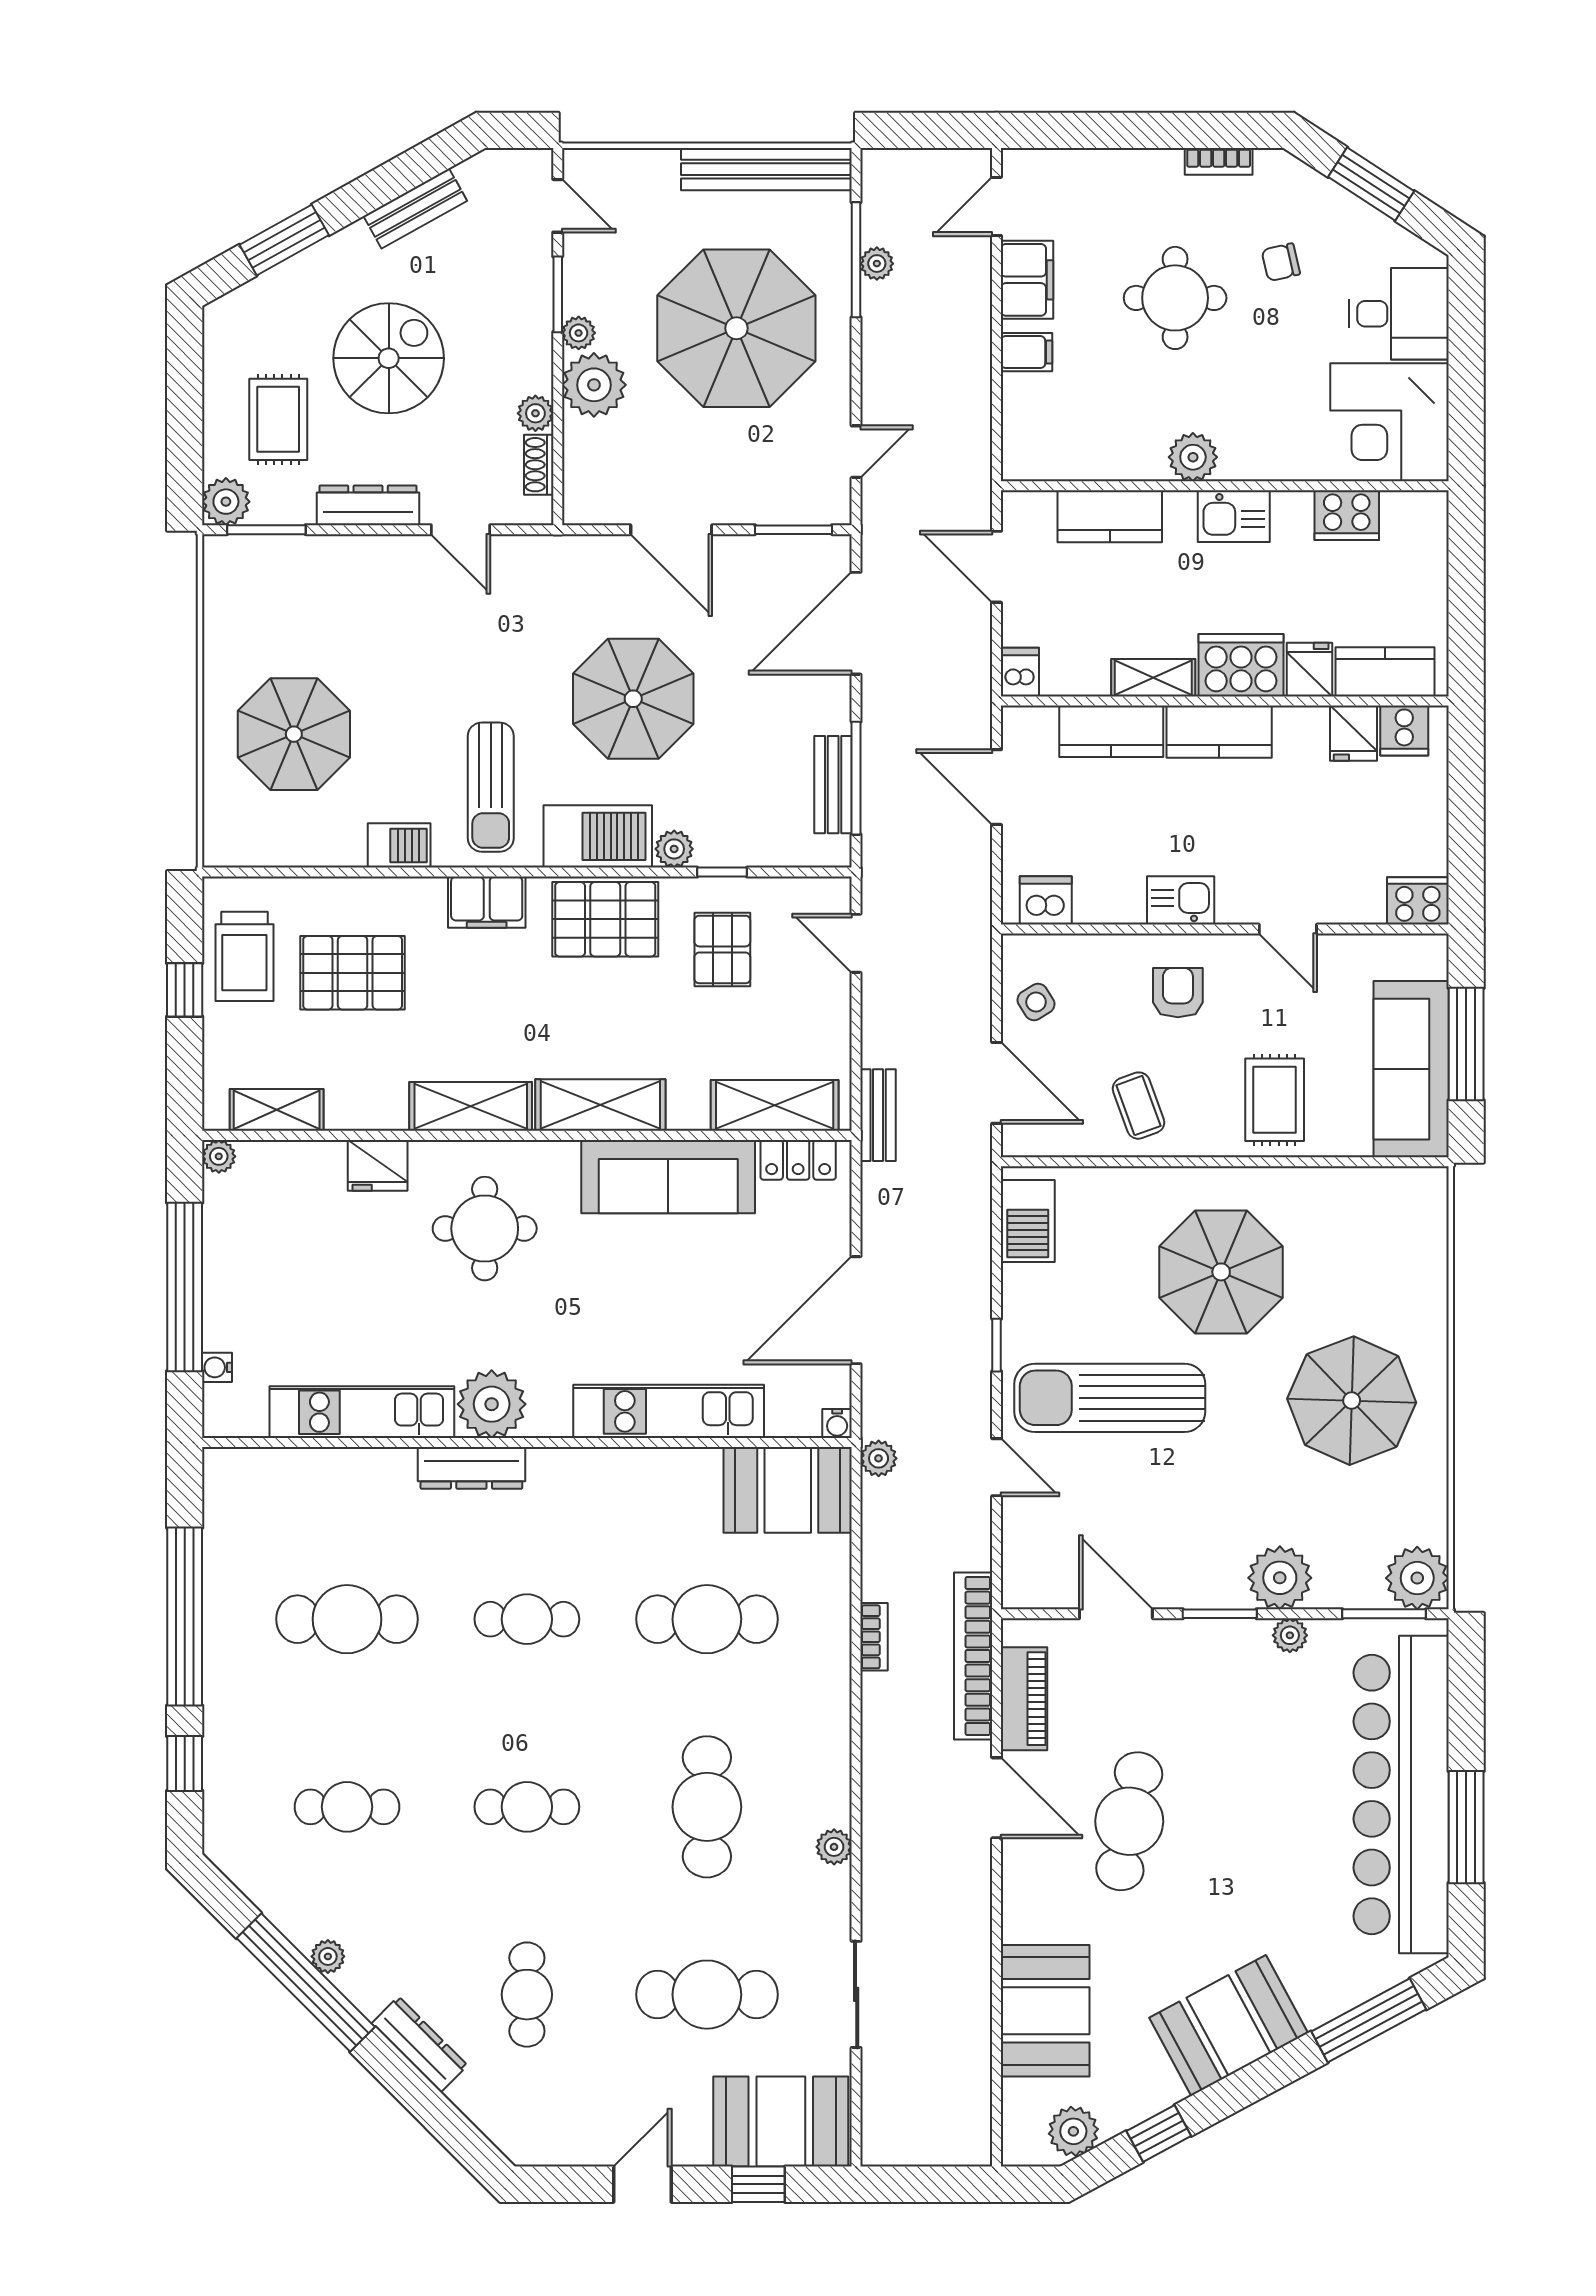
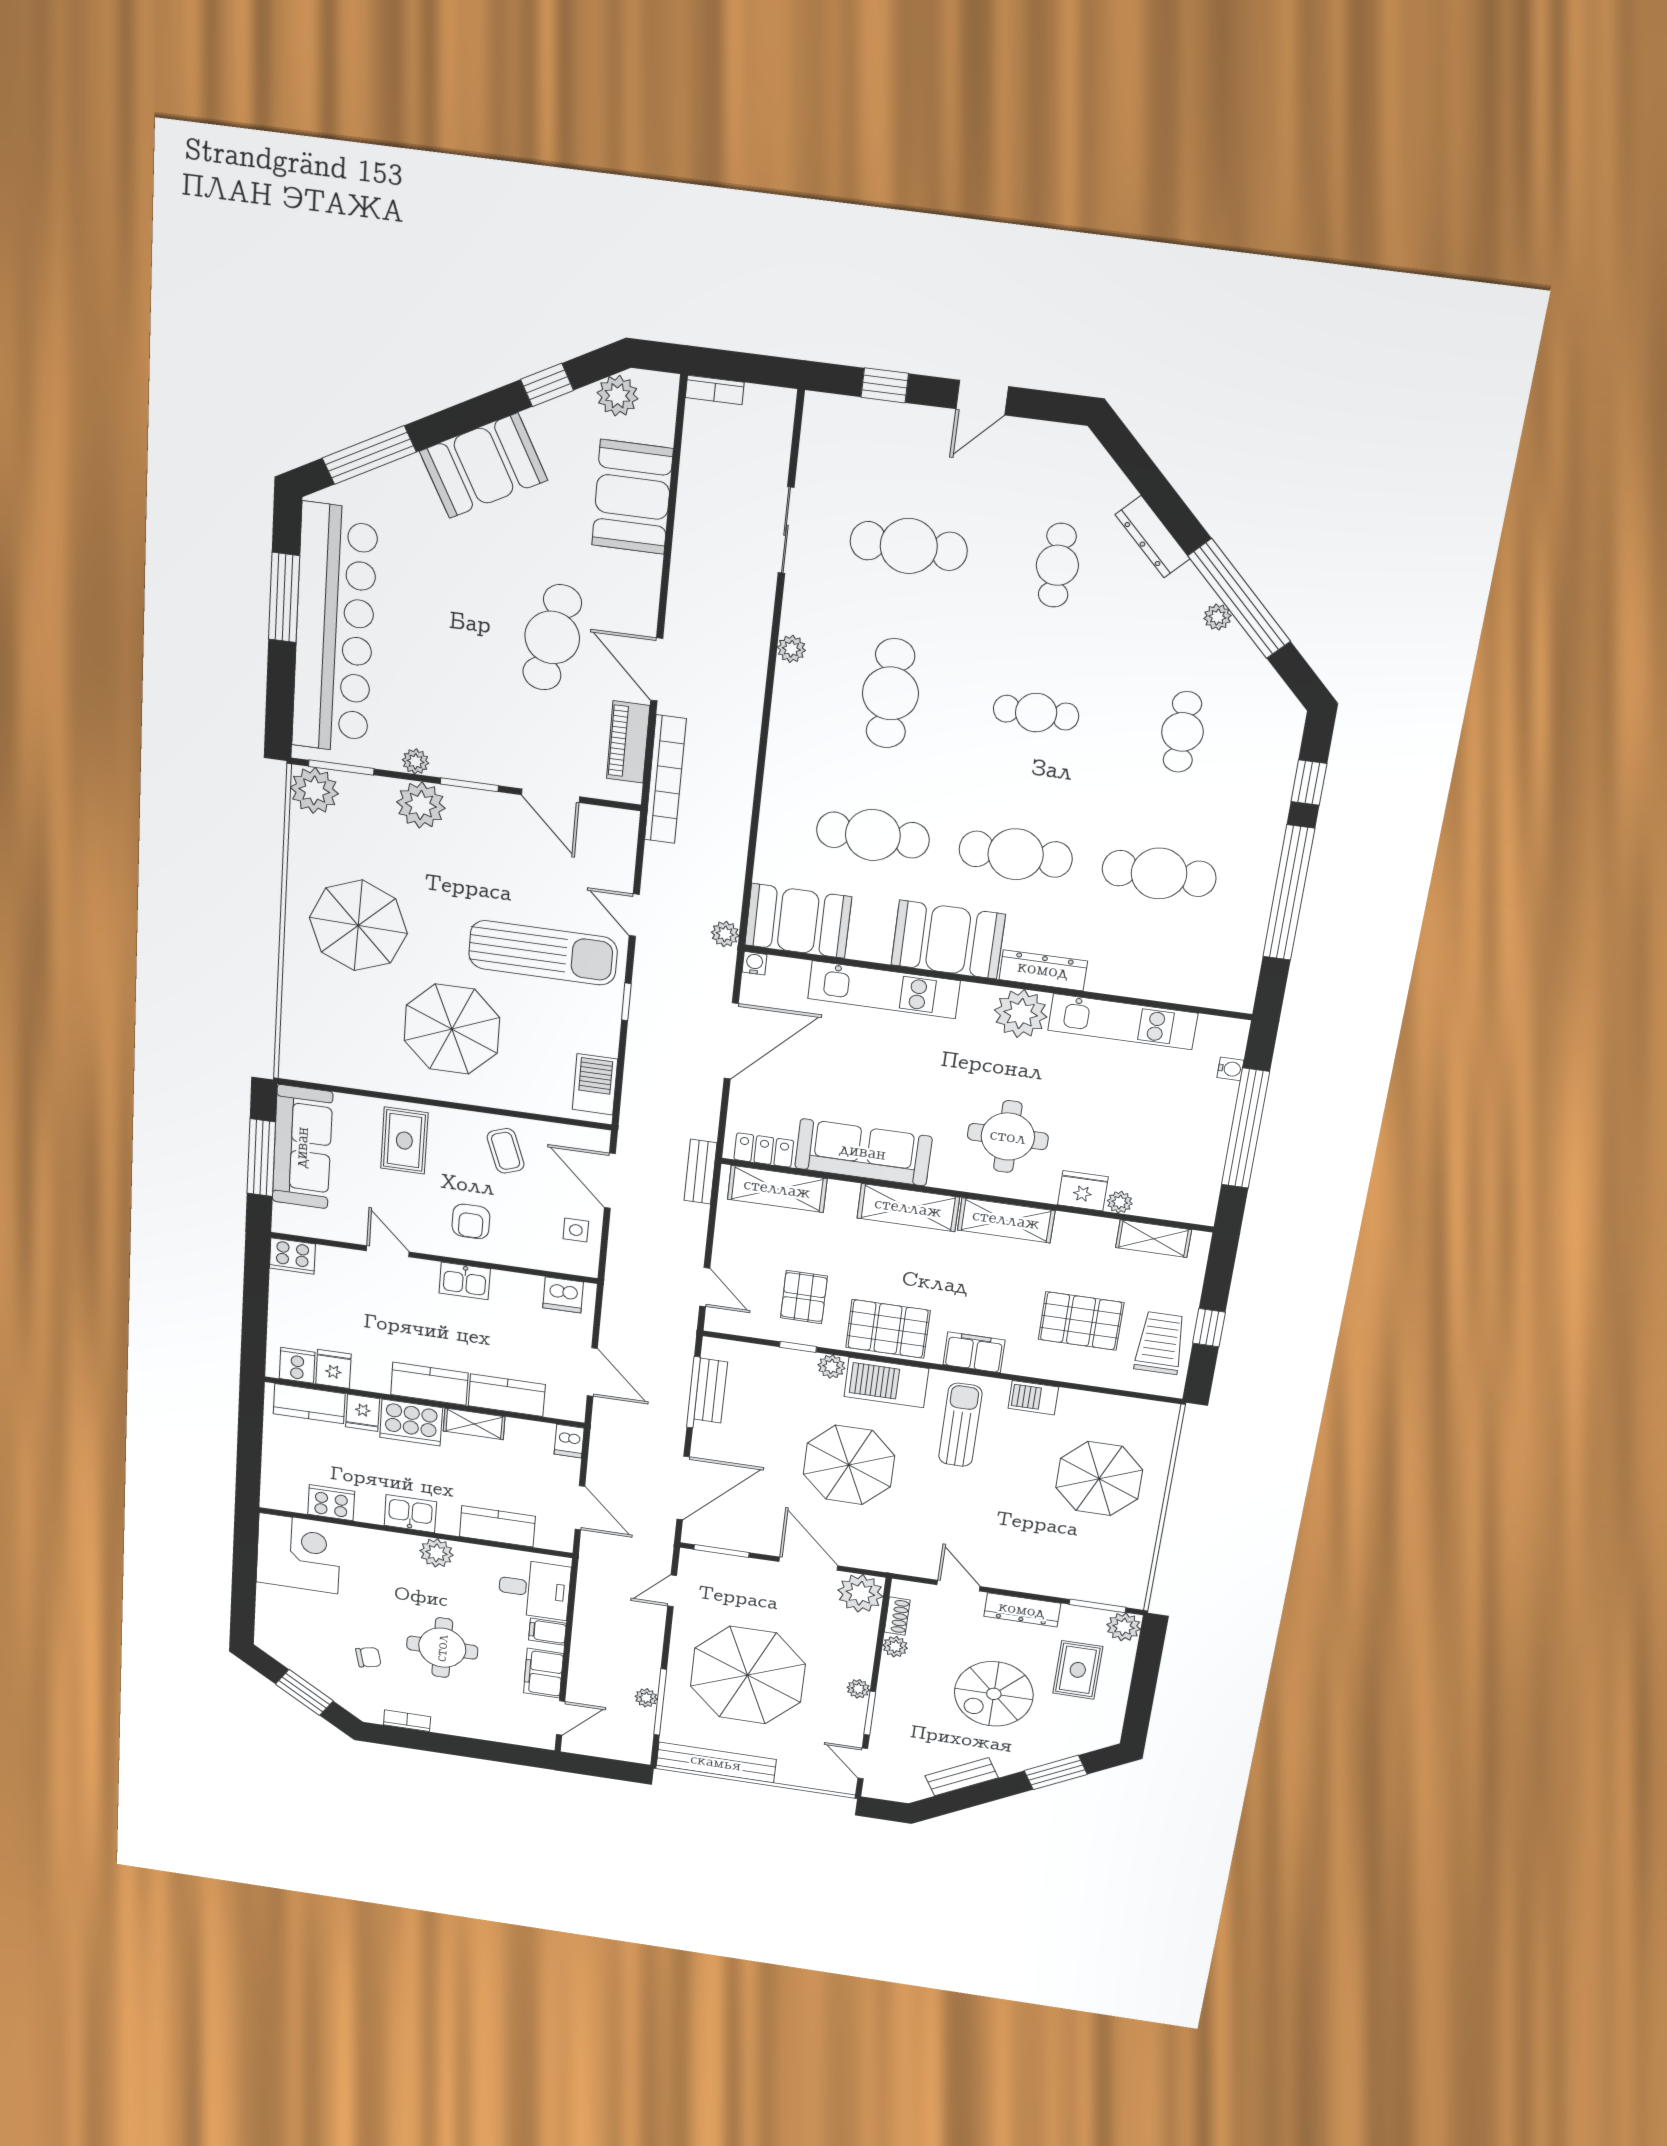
desk: (1399, 314) -> (534, 1589), moved, turned 180
plant: (594, 385) -> (860, 1593), moved
side table: (1036, 1002) -> (576, 1230), turned 32
plant: (219, 1156) -> (1120, 1202), moved
cafe table: (527, 1619) -> (1016, 854), width x1.37, depth x1.35
bookcase: (874, 1637) -> (715, 390), moved, turned -90
cafe table: (347, 1807) -> (1182, 732), turned 90
booth: (781, 2122) -> (948, 940), moved

